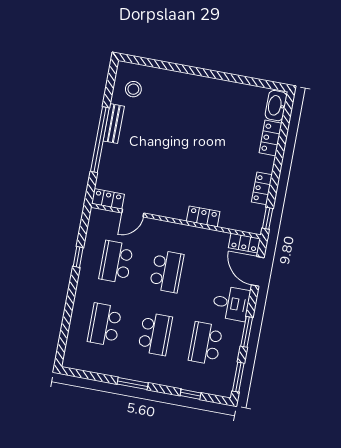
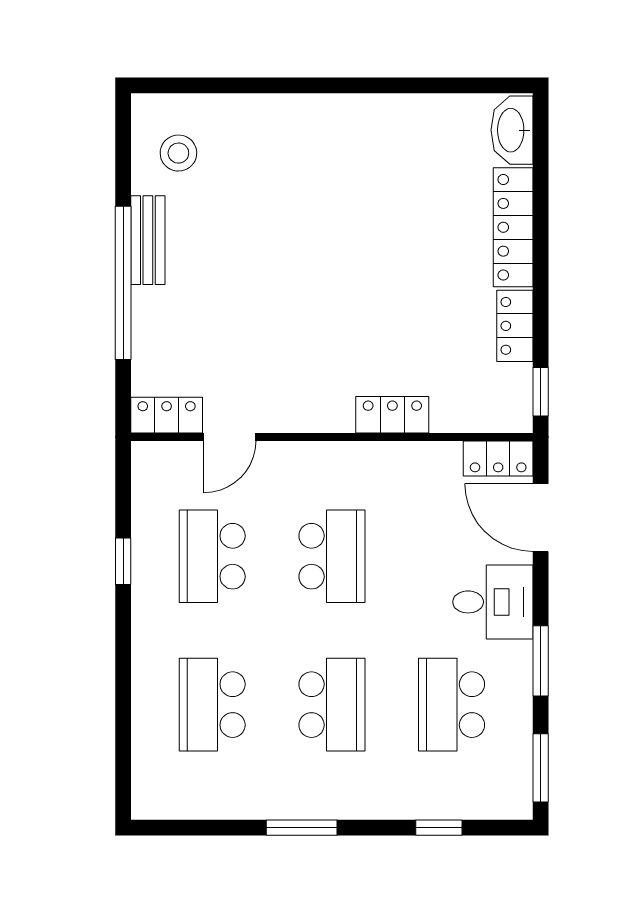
locker: (270, 138) -> (513, 227), width x1.53

